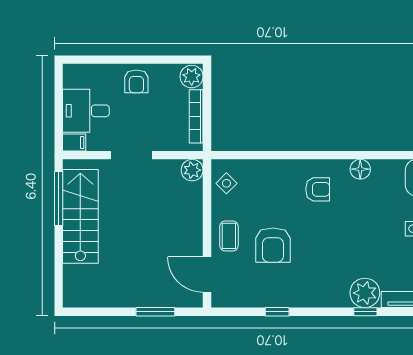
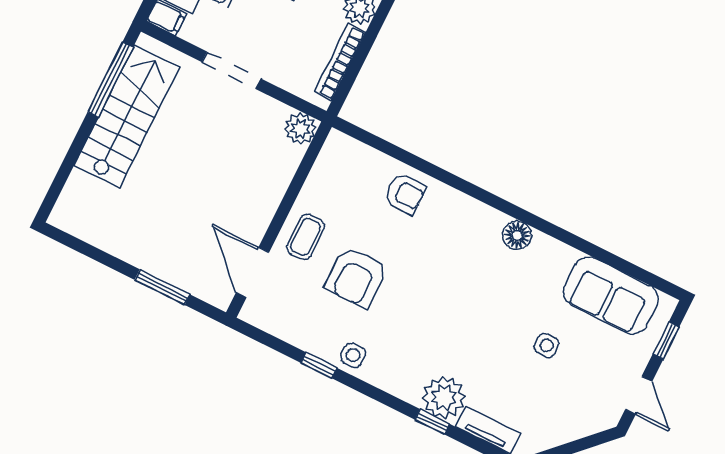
side table: (226, 183) -> (353, 355), moved, turned 45
armchair: (318, 189) -> (405, 194), moved

